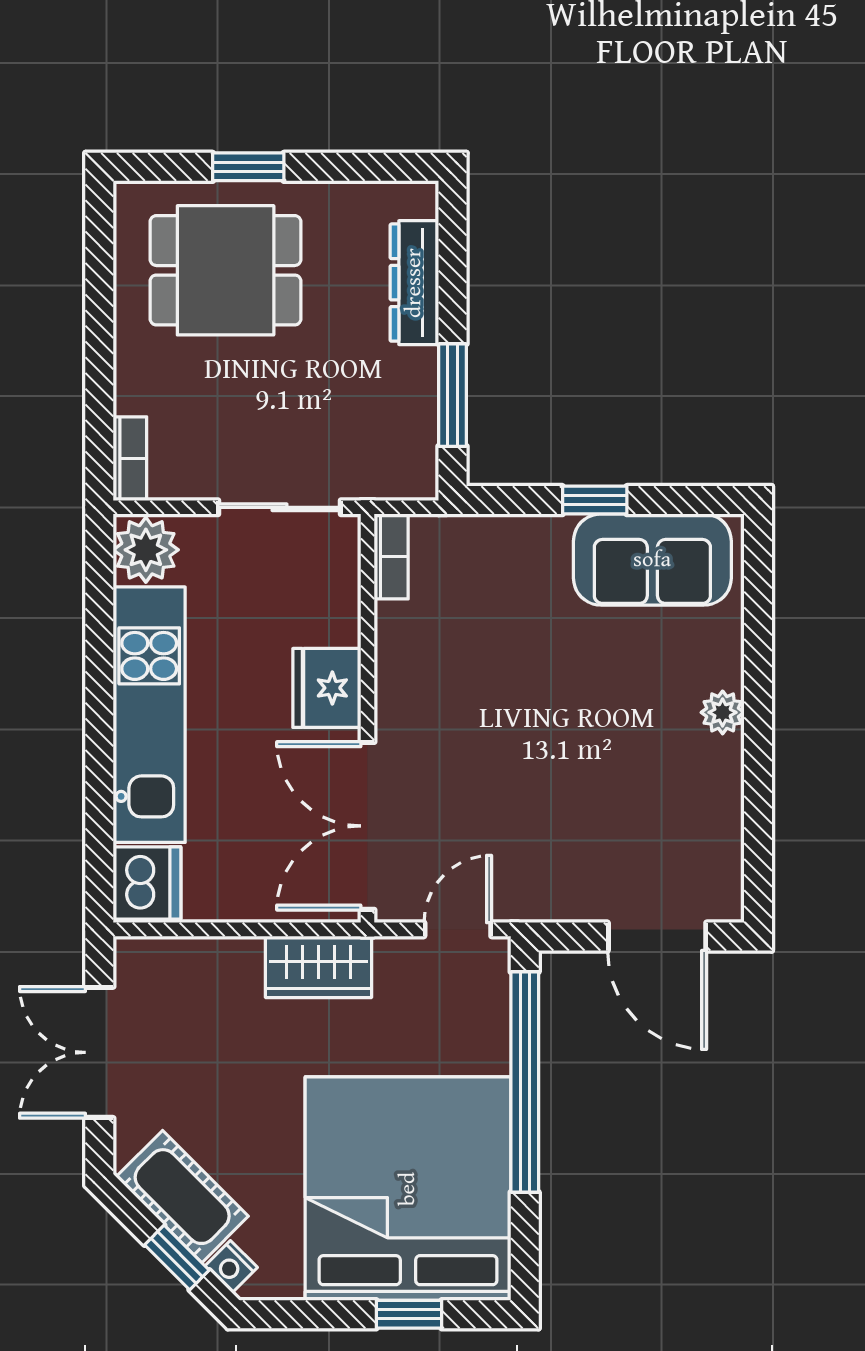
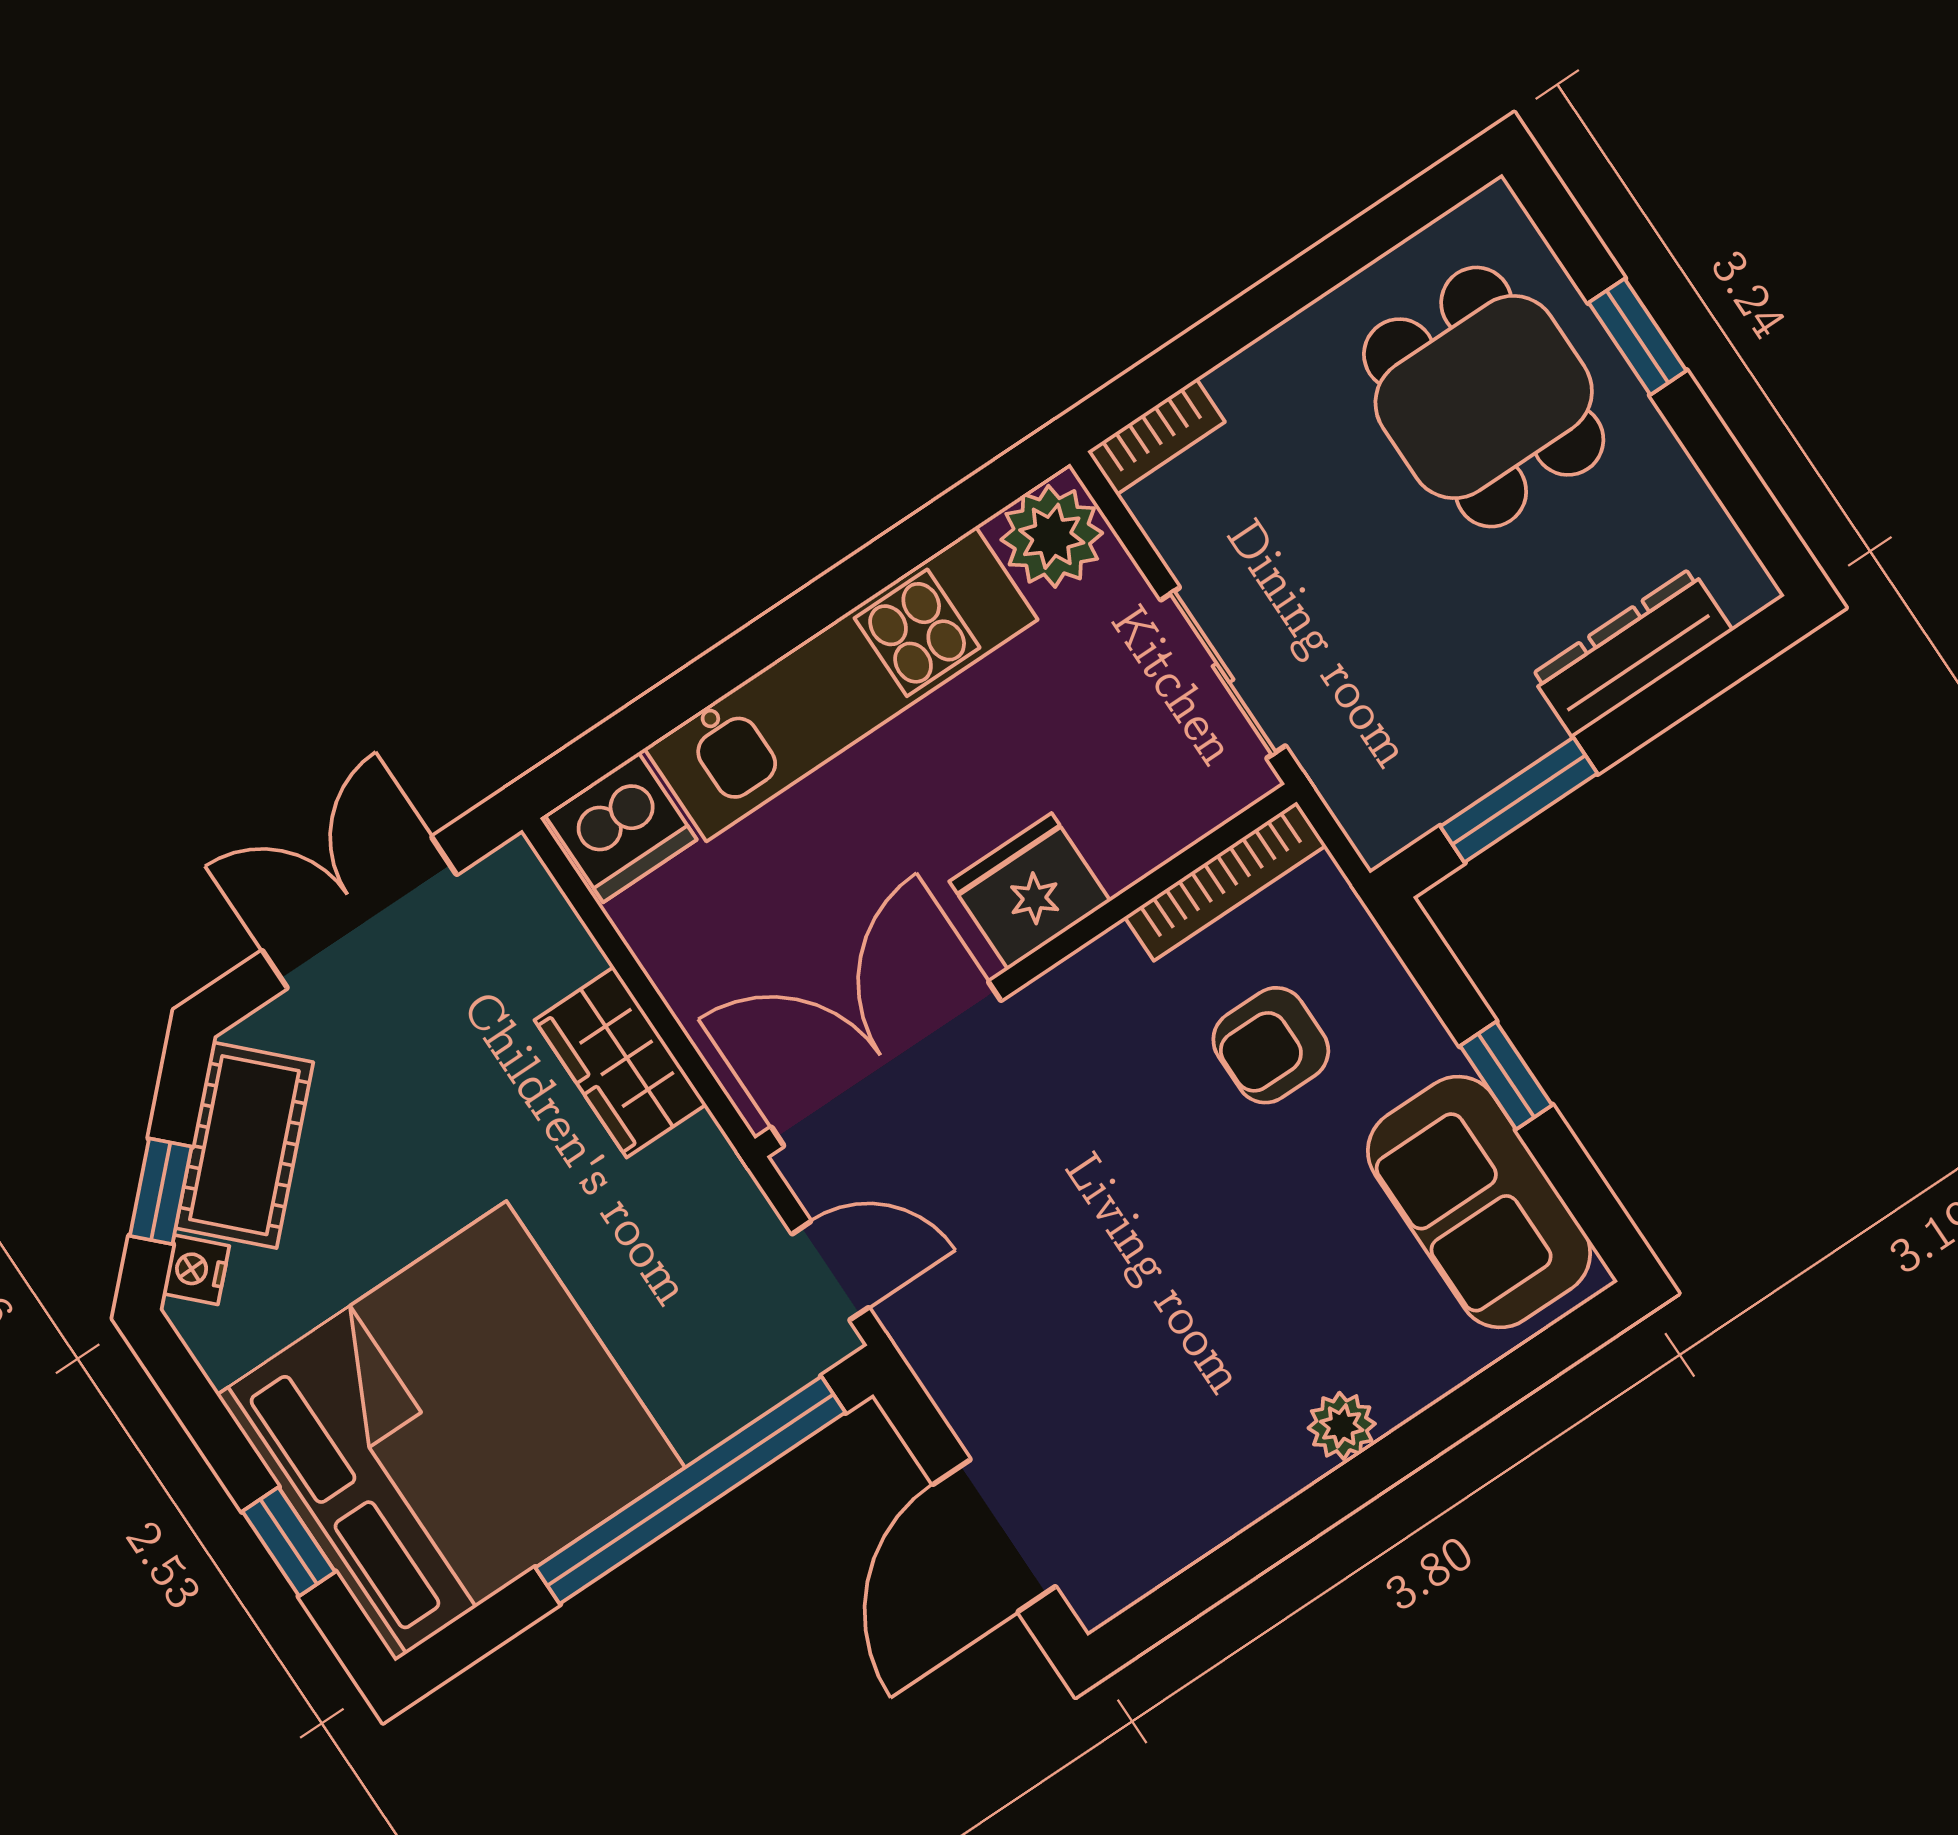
bookcase: (391, 556) -> (1225, 881), width x1.56
armchair: (495, 615) -> (1271, 1045), added
wardrobe: (318, 967) -> (620, 1062), moved

